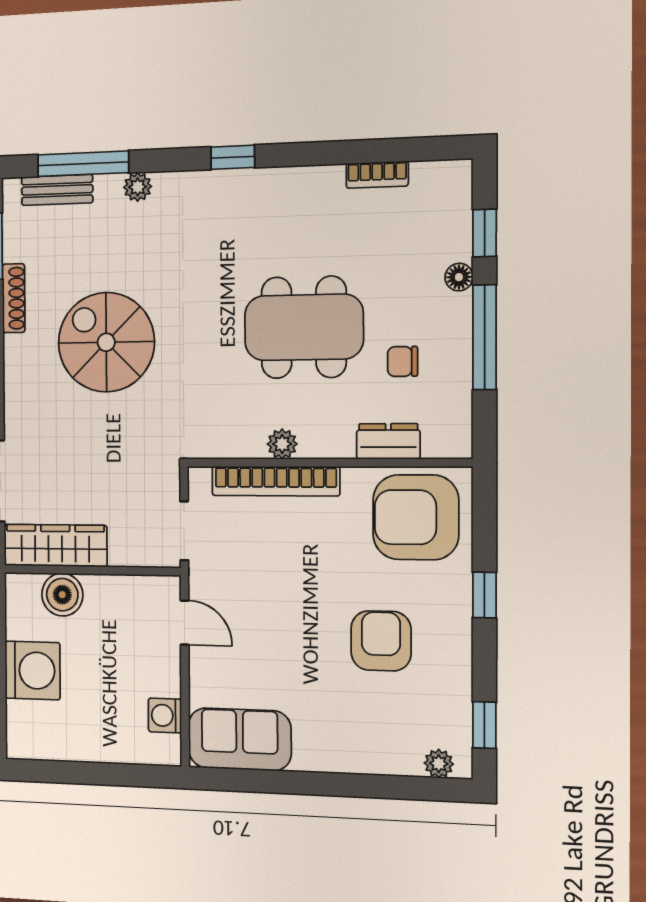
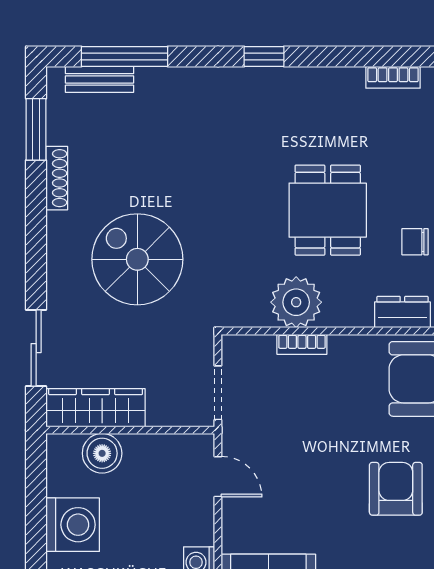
plant: (138, 187) -> (176, 80), removed
dining table: (304, 327) -> (328, 210), width x0.73
spiral stairs: (106, 342) -> (137, 259), moved
plant: (282, 444) -> (296, 302), width x1.88, depth x1.88
bookcase: (276, 481) -> (302, 344), width x0.43, depth x0.76

